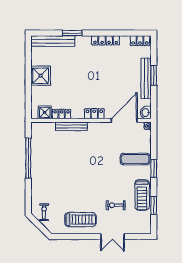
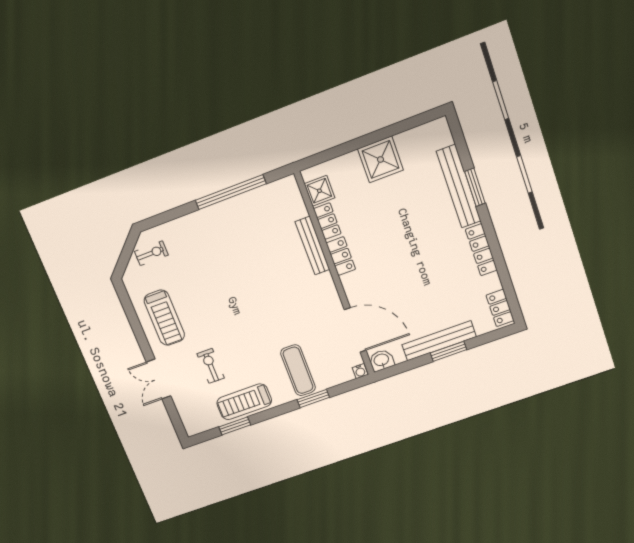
bench: (53, 41) -> (459, 186), moved
locker: (94, 114) -> (341, 256), moved
window: (154, 169) -> (313, 398), moved

